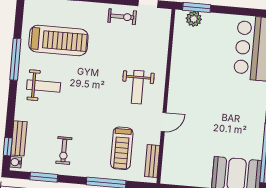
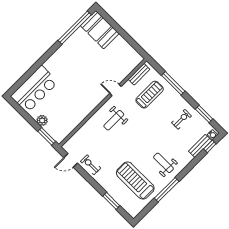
plant: (194, 19) -> (42, 120), moved
weight bench: (138, 87) -> (114, 120), turned 180

